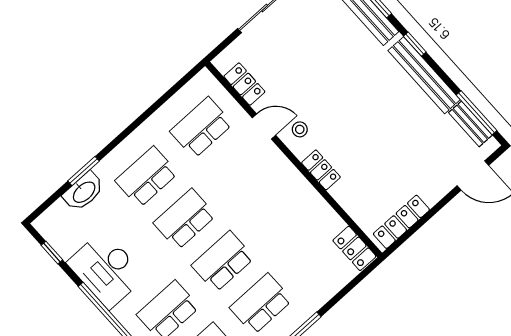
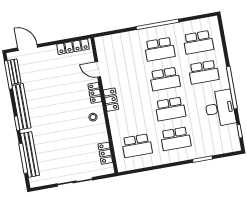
door: (264, 126) -> (98, 69), moved
washbasin: (84, 192) -> (208, 150), removed
locker: (354, 248) -> (111, 100), moved

